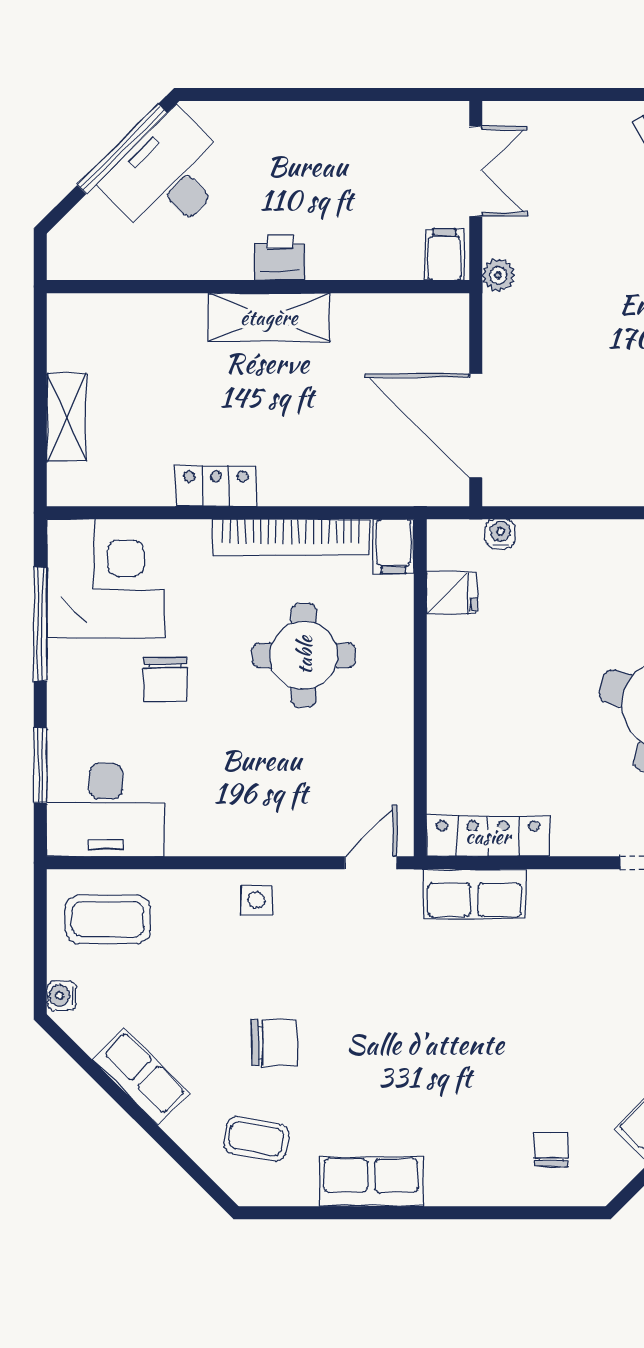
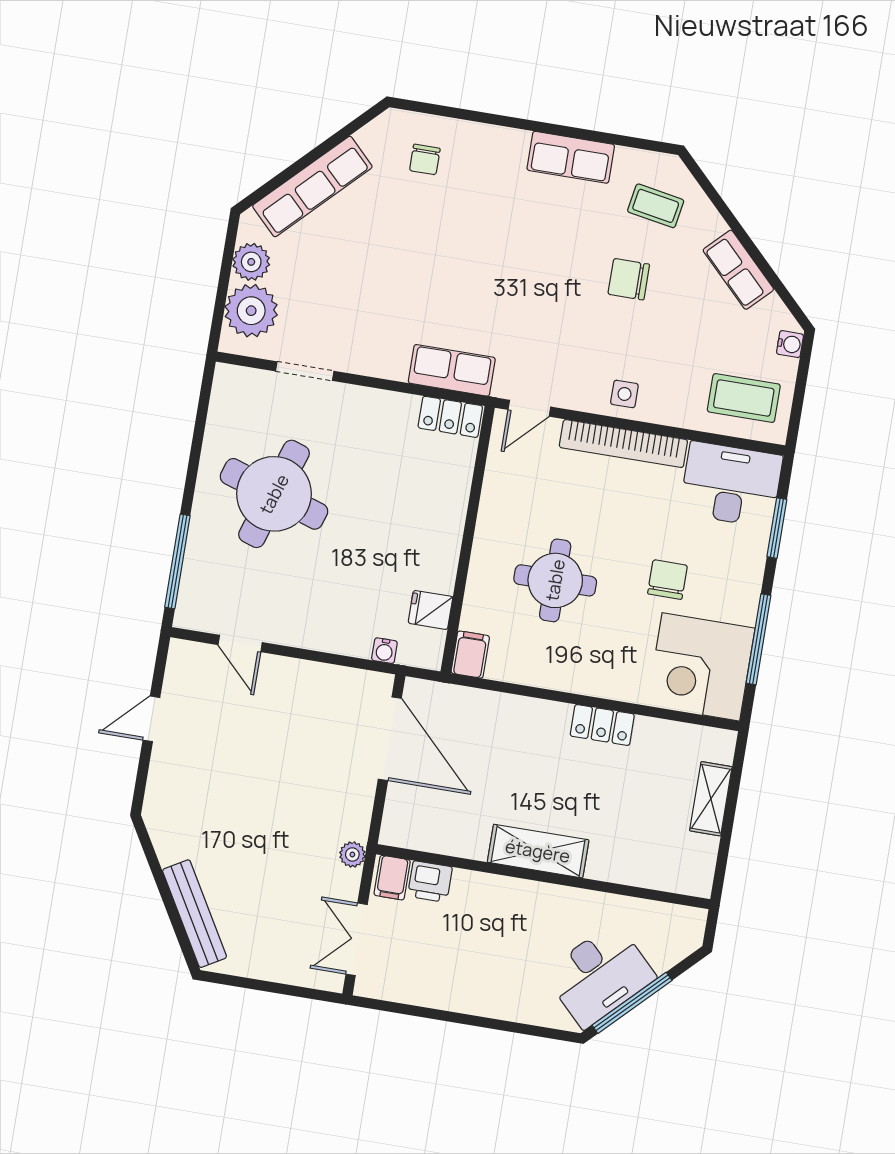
printer: (280, 257) -> (430, 882), moved
bookcase: (291, 537) -> (623, 444), moved, turned 180
locker: (488, 836) -> (450, 417), width x0.66

